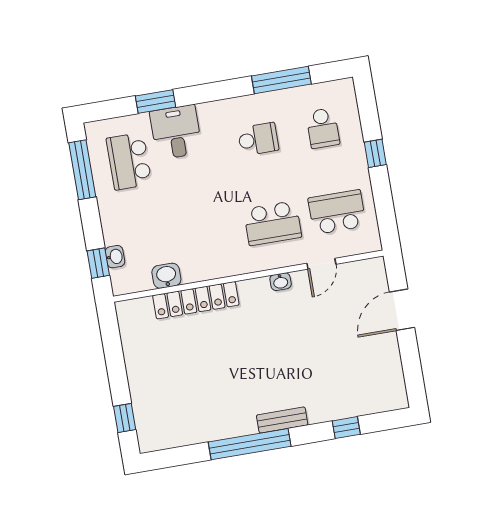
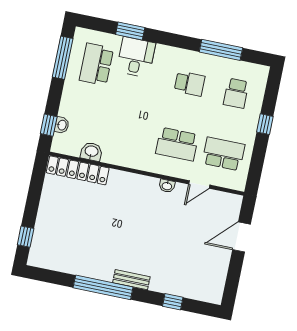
locker: (196, 300) -> (78, 170), moved

